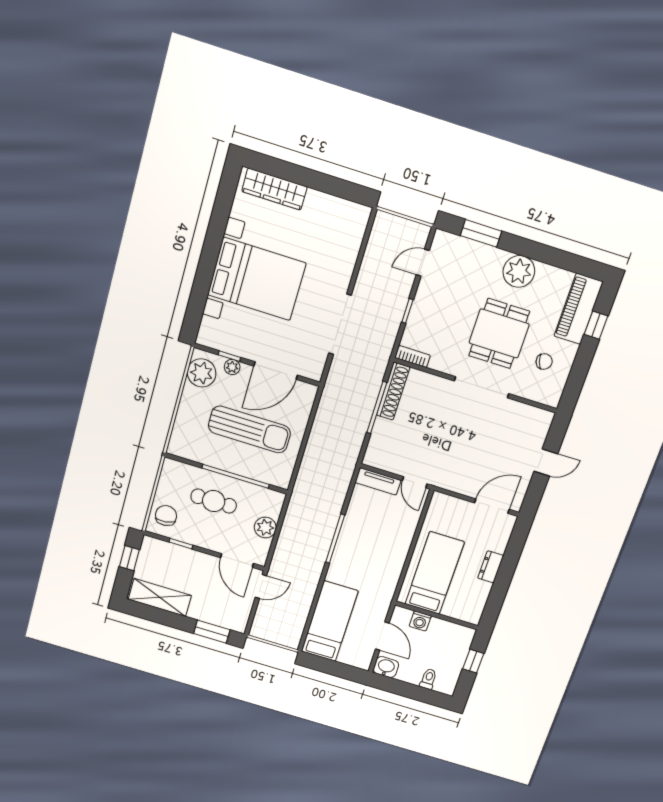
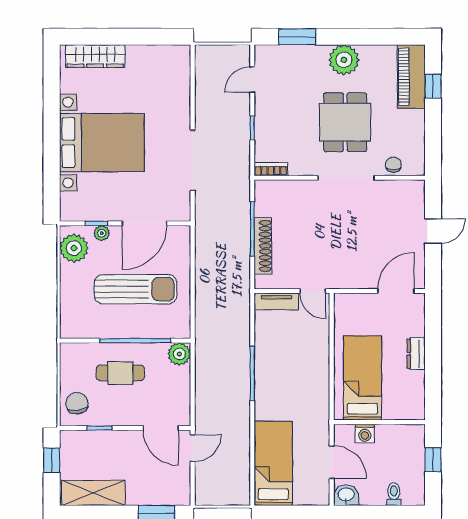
chair: (544, 362) -> (393, 165), moved, turned -71
shoe rack: (393, 391) -> (263, 246), moved
plant: (265, 527) -> (179, 354), moved

